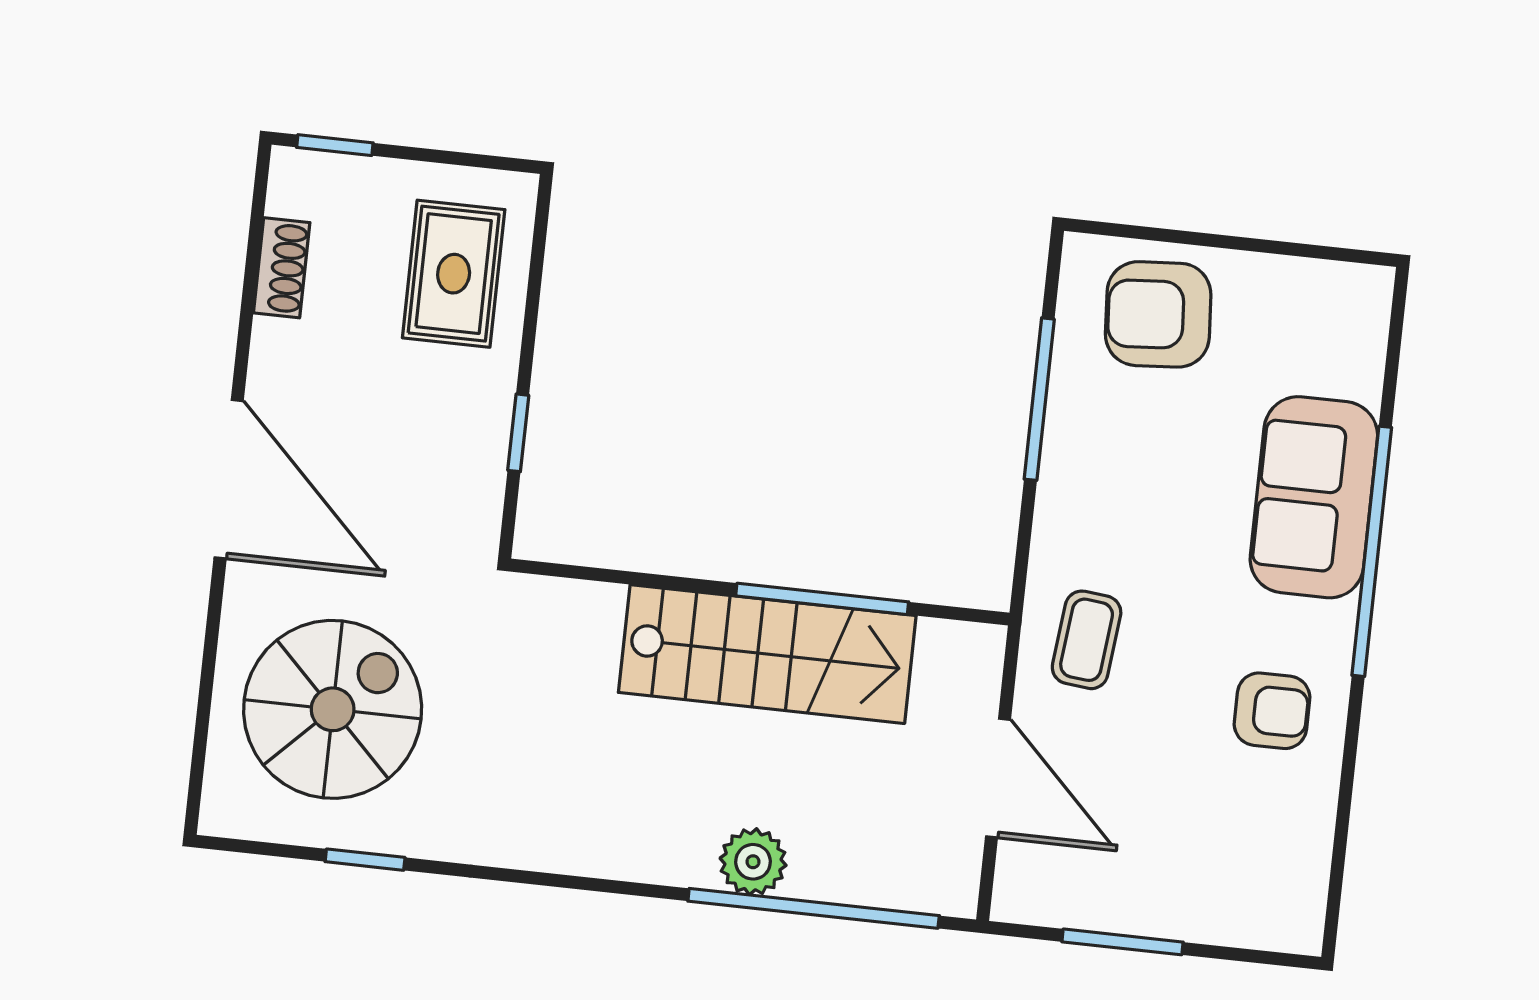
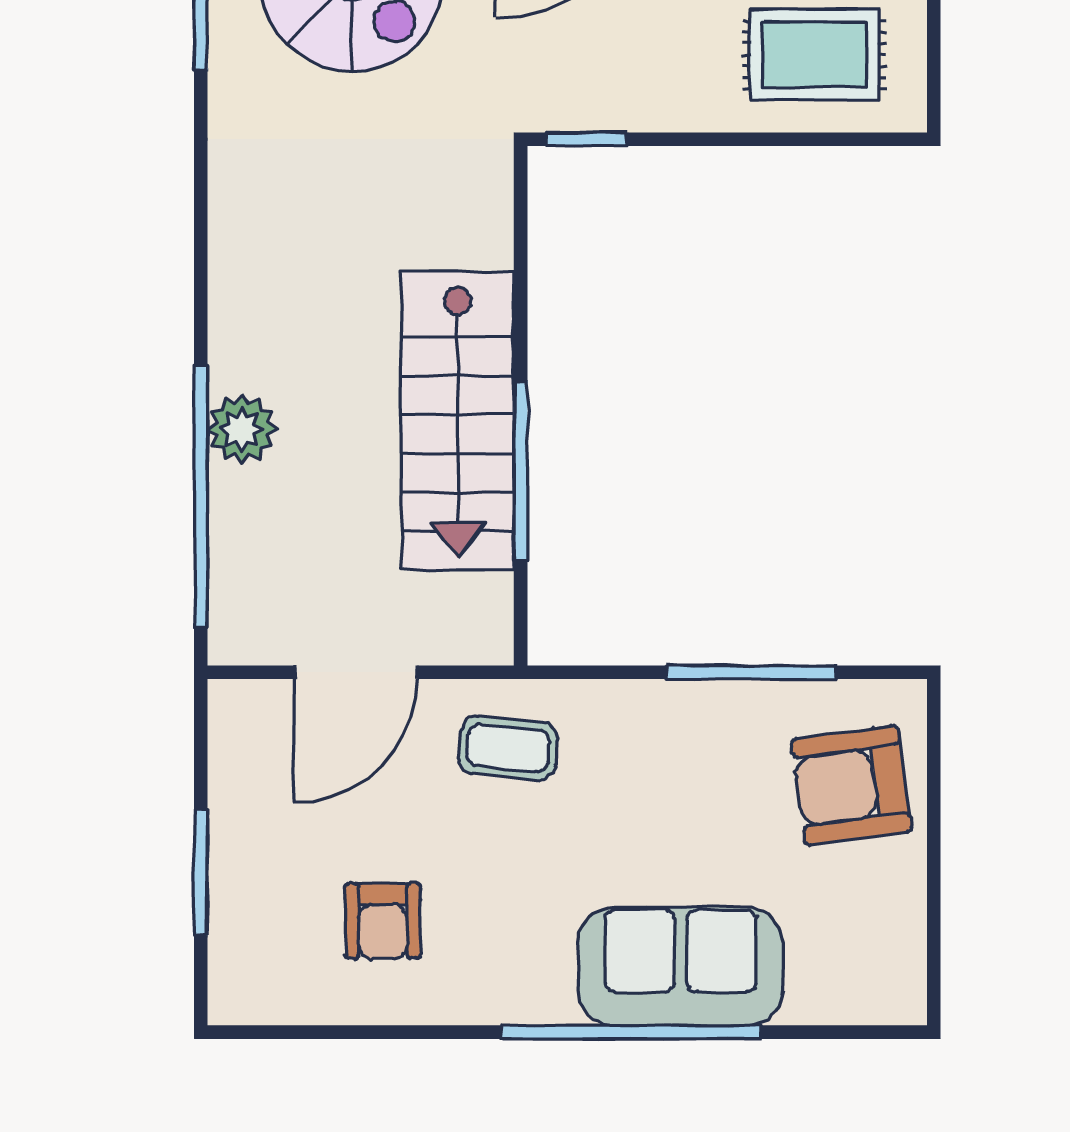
armchair: (1158, 314) -> (851, 785), turned -94
window: (518, 433) -> (587, 139), moved
armchair: (1272, 711) -> (383, 921), moved
window: (1122, 942) -> (201, 873), moved

